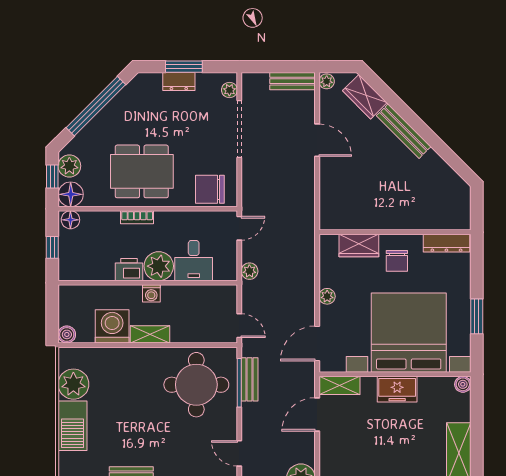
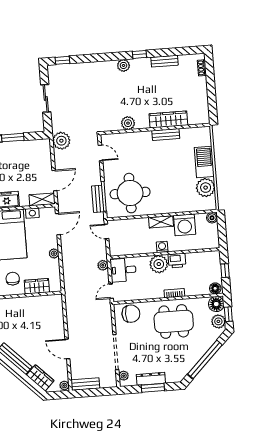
dresser: (179, 82) -> (151, 379), width x1.44
desk: (194, 261) -> (123, 270), moved, turned -90

